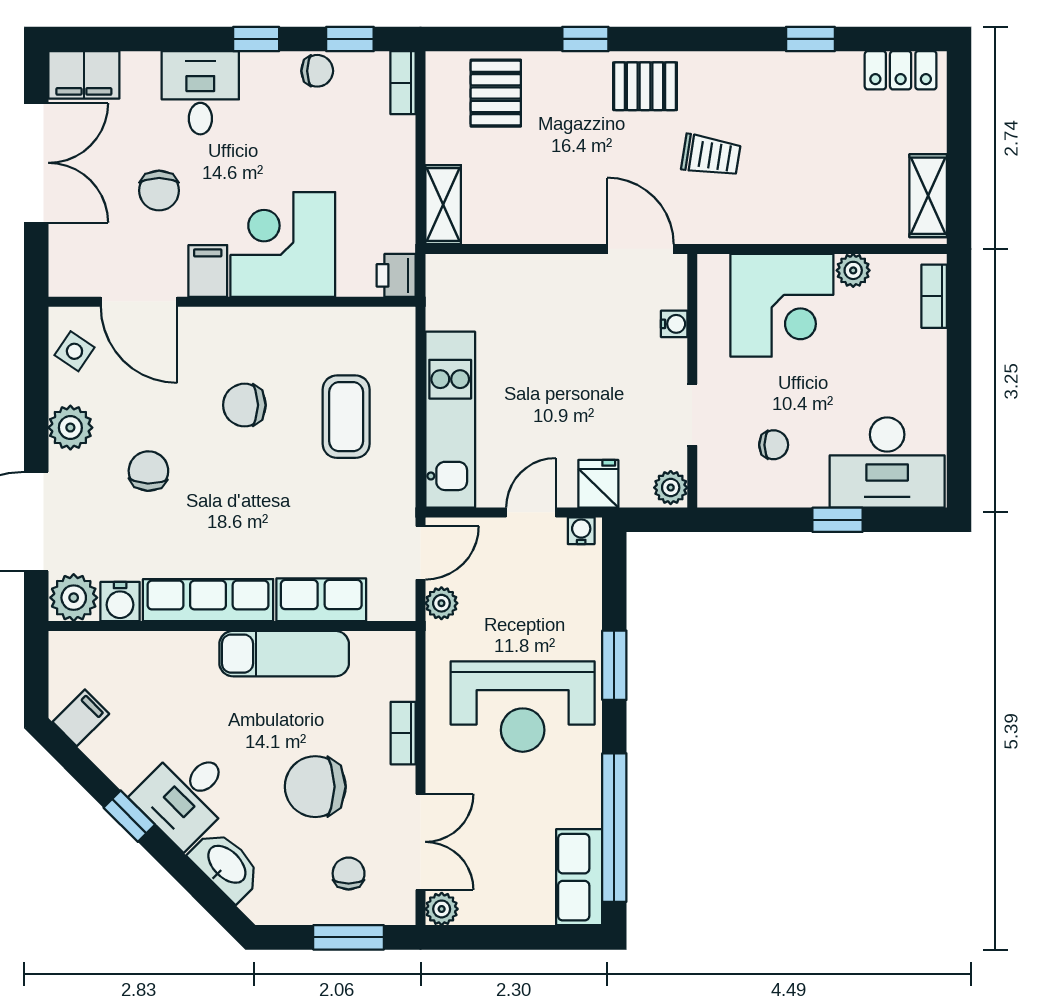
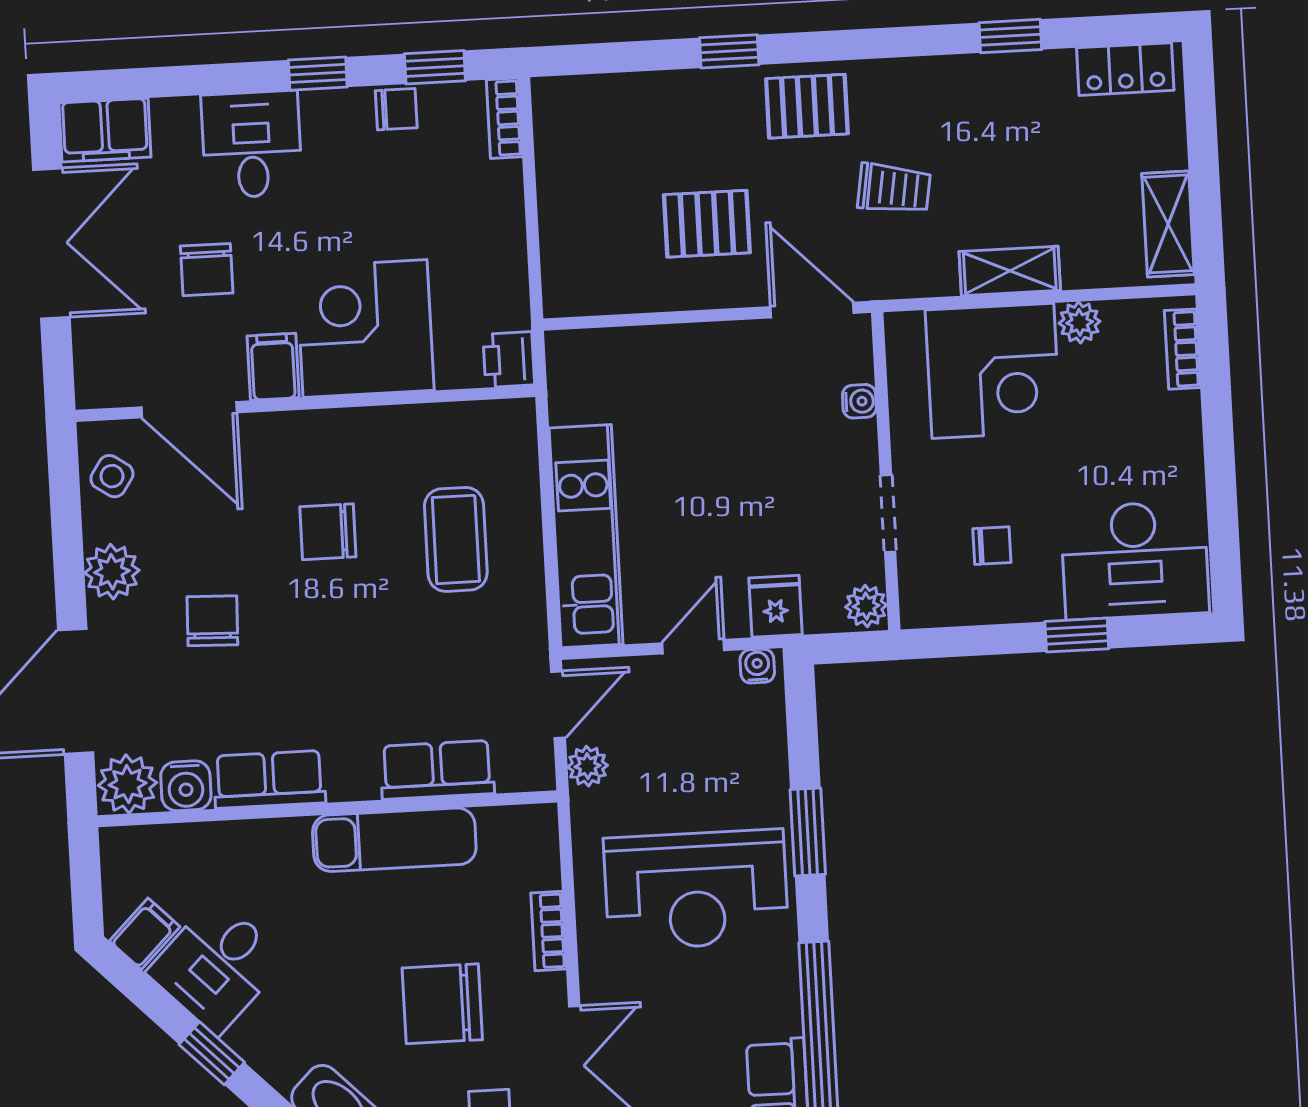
pallet: (496, 93) -> (707, 224), moved, turned 90
shelving: (443, 205) -> (1010, 271), moved, turned 90
row of seats: (208, 600) -> (269, 779), width x0.68
desk: (186, 795) -> (217, 966), moved

